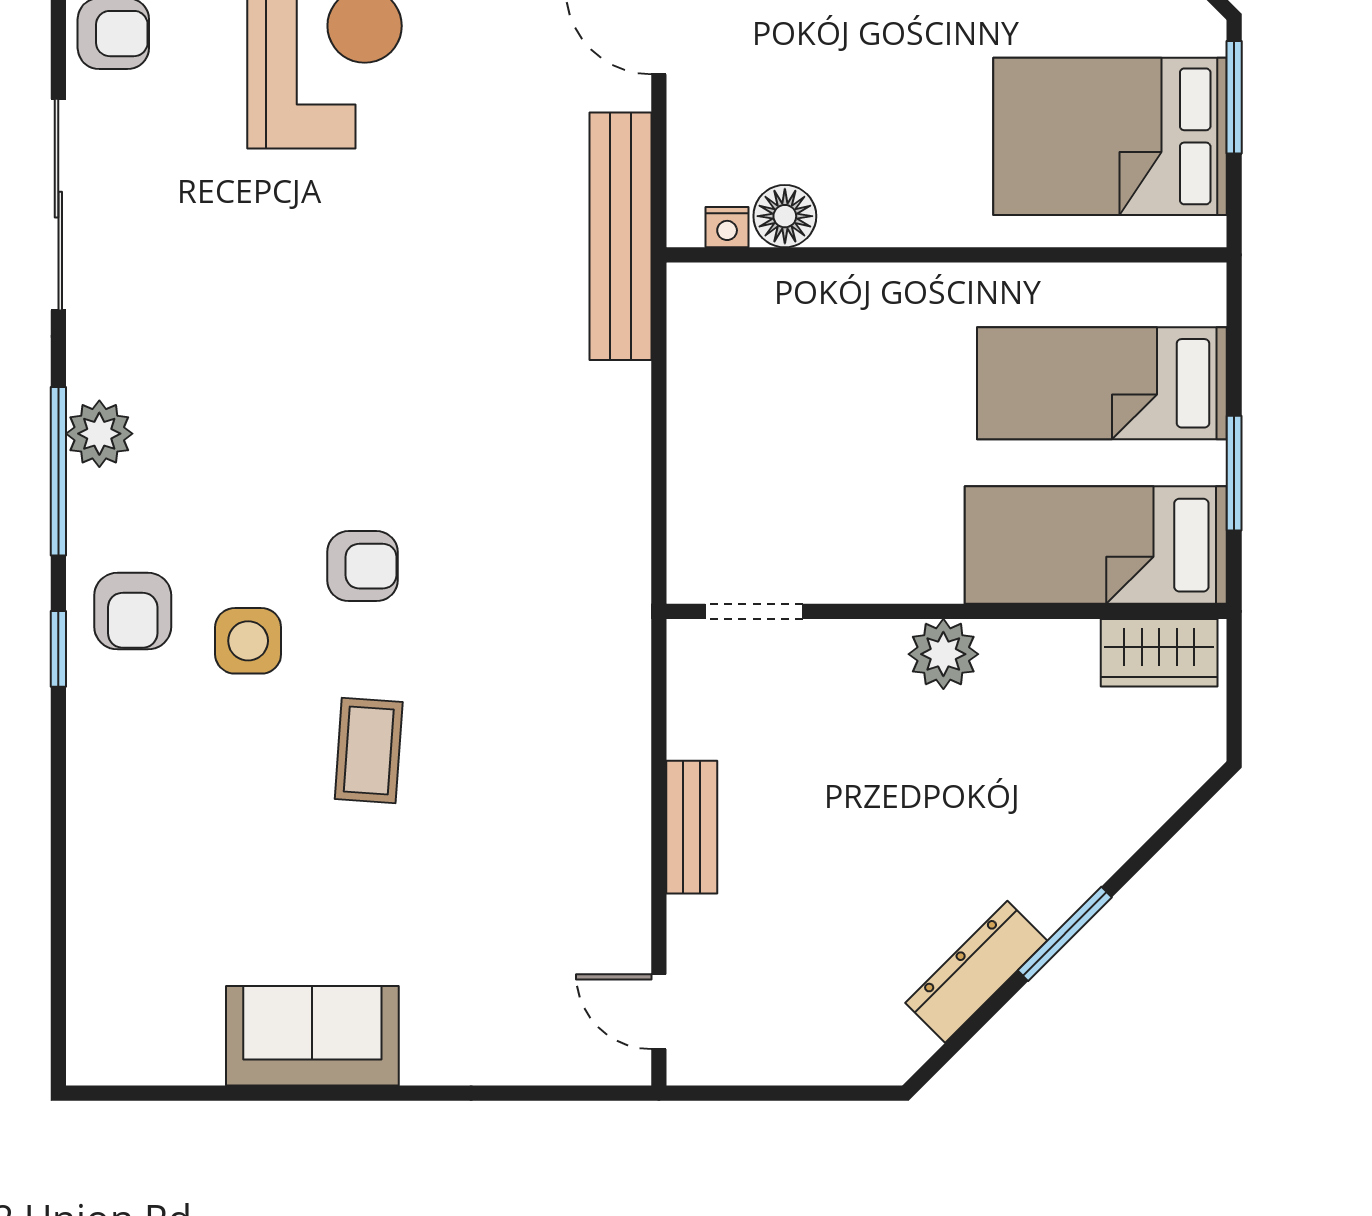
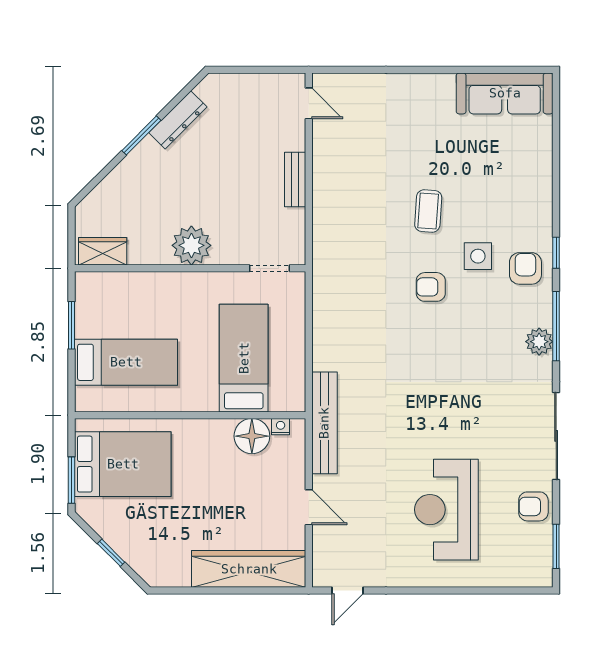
floor lamp: (785, 216) -> (252, 436), width x1.38, depth x1.38
bed: (1096, 545) -> (244, 358), moved, turned -90
plant: (943, 654) -> (191, 245), width x1.36, depth x1.36
sofa: (312, 1036) -> (505, 93), moved, width x1.36

